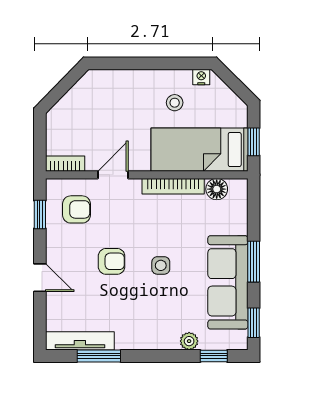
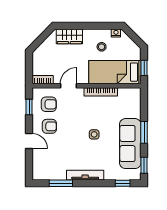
wardrobe: (115, 83) -> (69, 36), added
floor lamp: (217, 189) -> (124, 93), removed
armchair: (112, 261) -> (49, 126), moved
tv unit: (80, 341) -> (85, 175), moved
plant: (189, 341) -> (109, 175), removed

